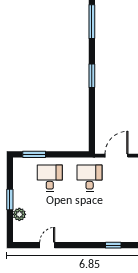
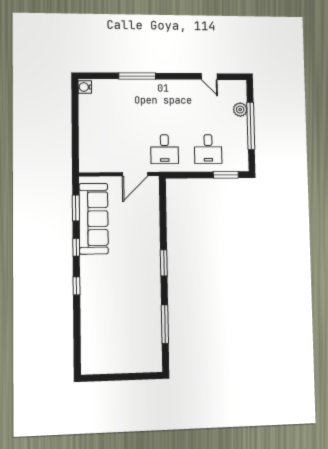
window: (10, 199) -> (251, 126), width x2.11
door: (47, 245) -> (209, 77), hinge flipped
window: (113, 245) -> (137, 76), width x2.17

